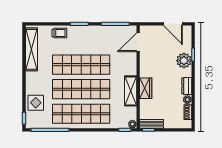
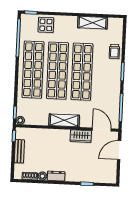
door: (173, 24) -> (119, 150), moved
shelving: (31, 49) -> (92, 23), width x0.68
plant: (184, 61) -> (81, 174), removed
wardrobe: (146, 88) -> (81, 136), moved
shelving: (131, 91) -> (64, 120), moved
bench: (151, 124) -> (19, 151), moved

